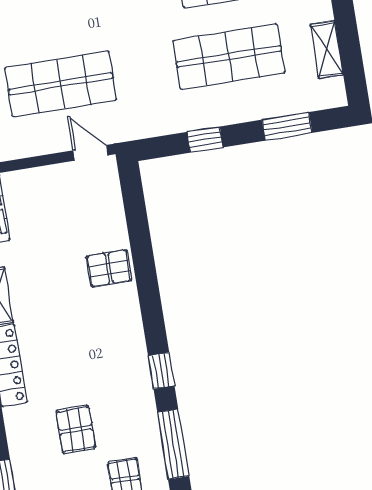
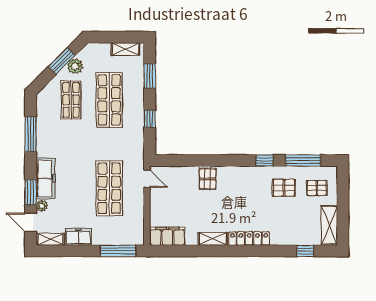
shelving: (327, 50) -> (125, 49), moved
door: (91, 153) -> (147, 179), swing flipped
pallet: (76, 430) -> (284, 188), moved

